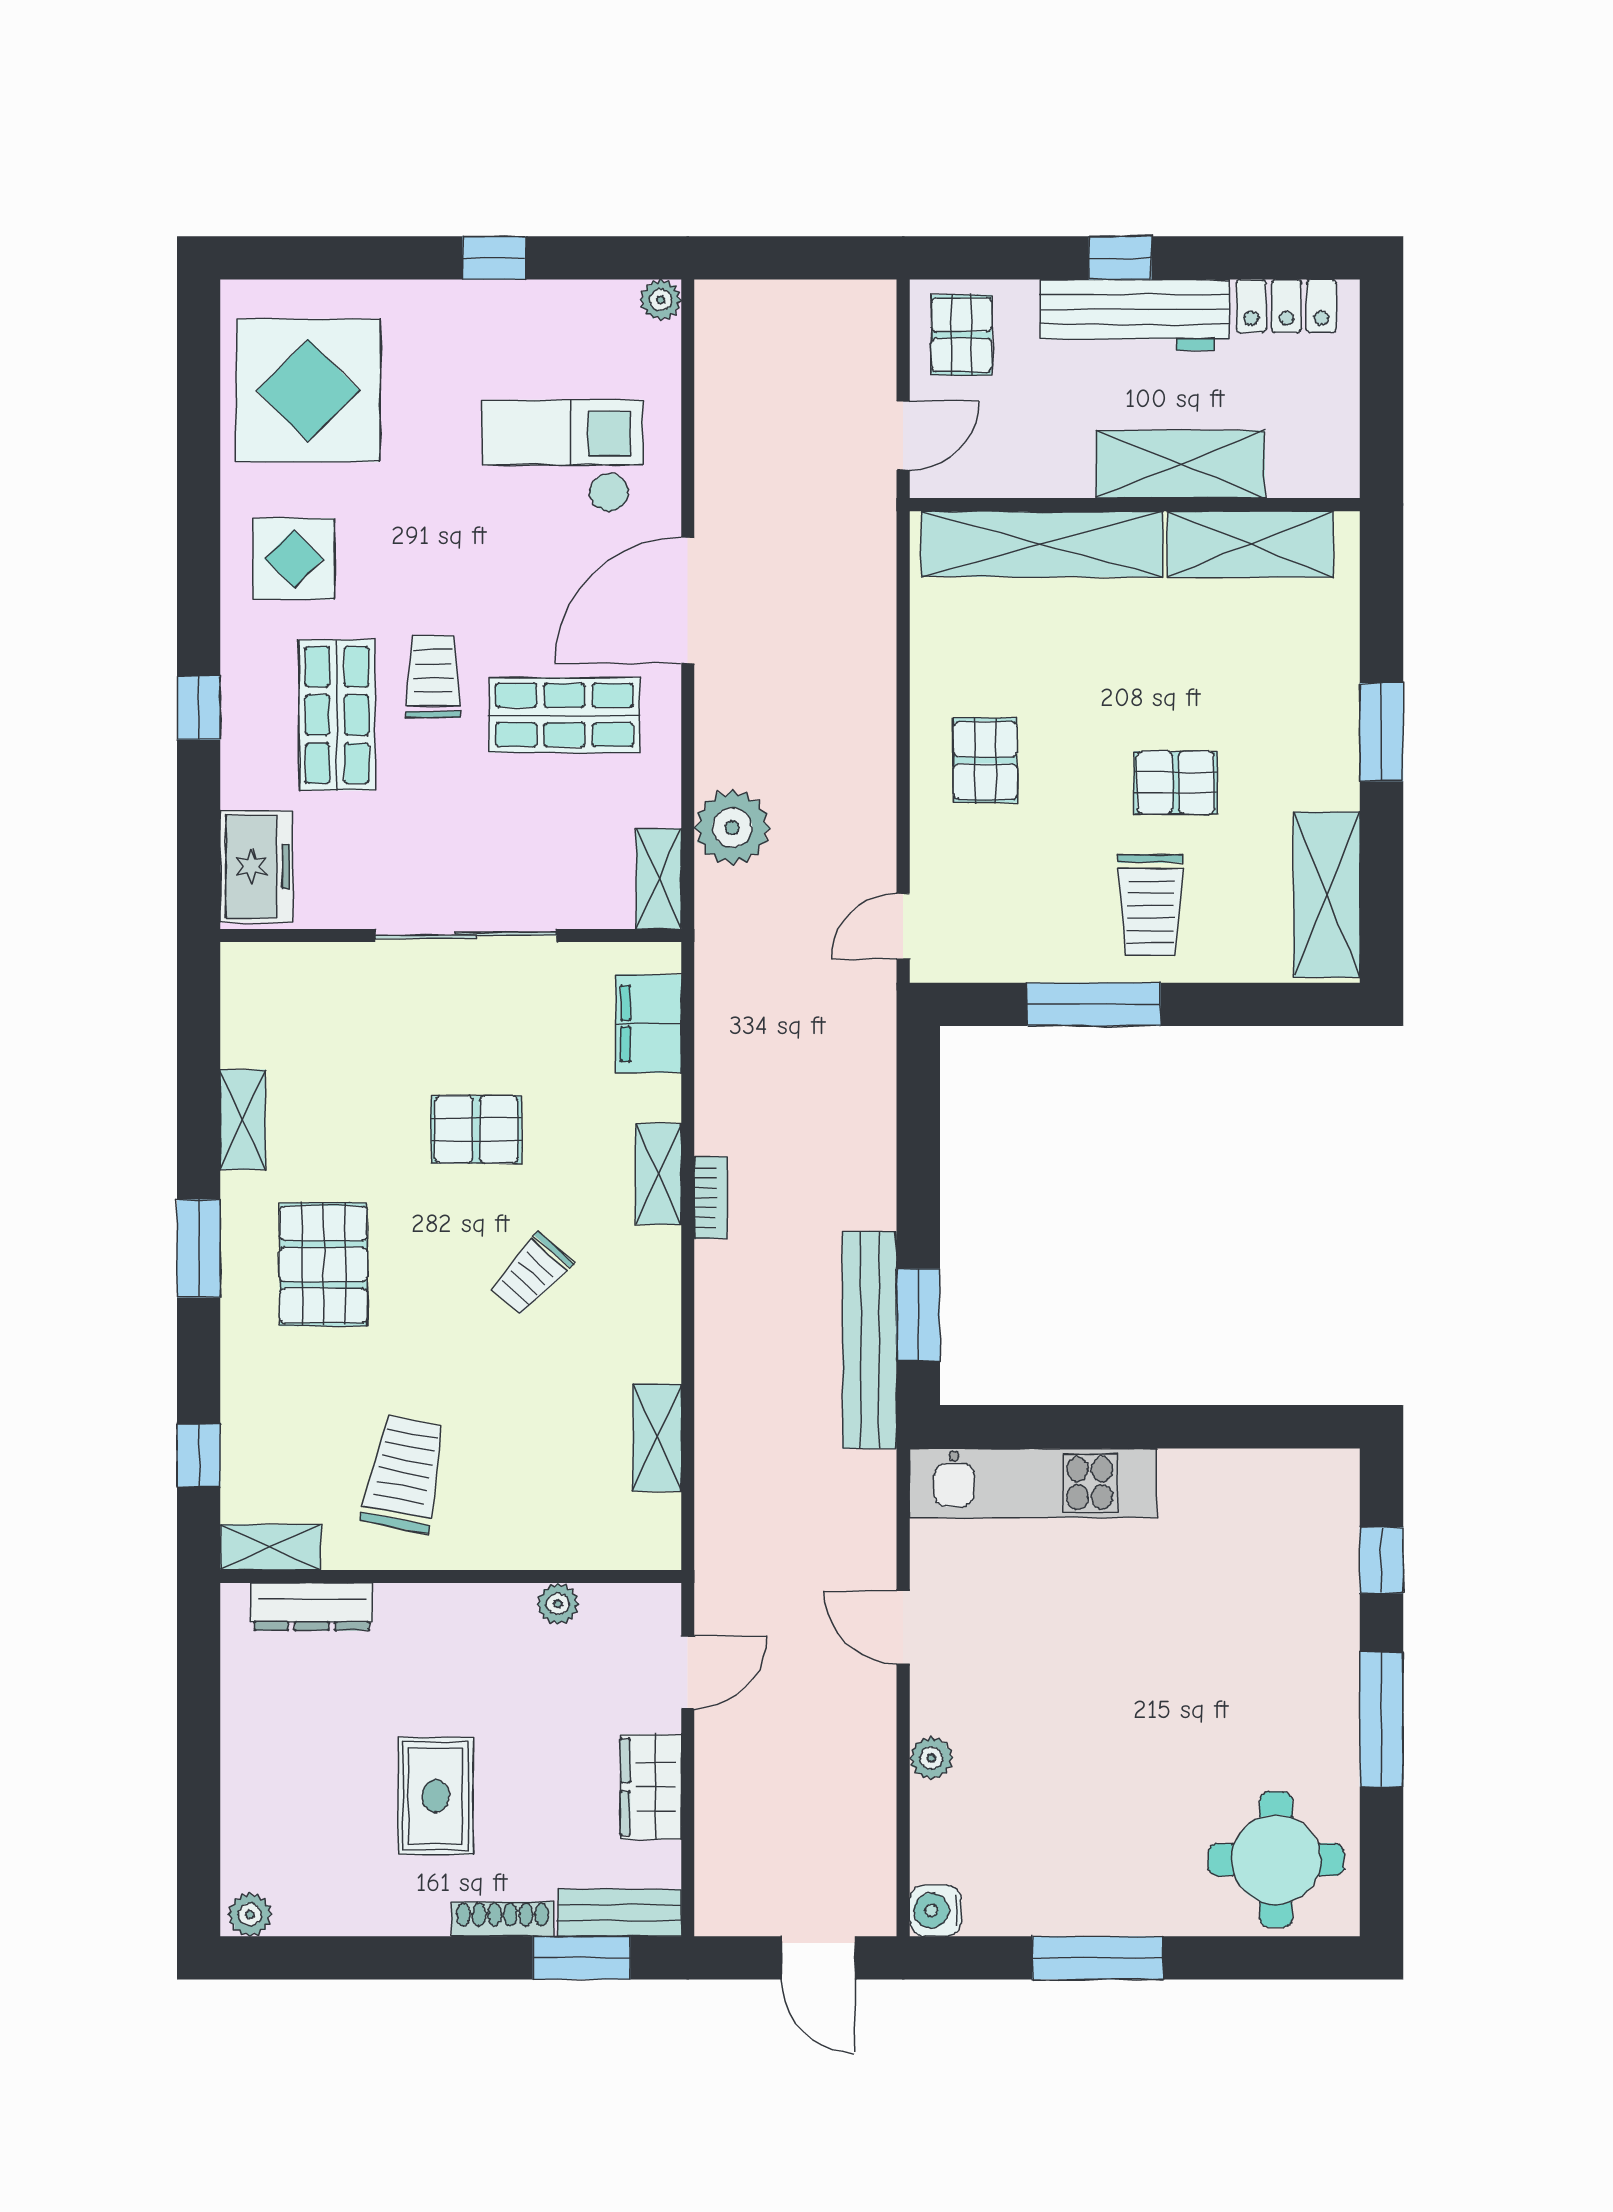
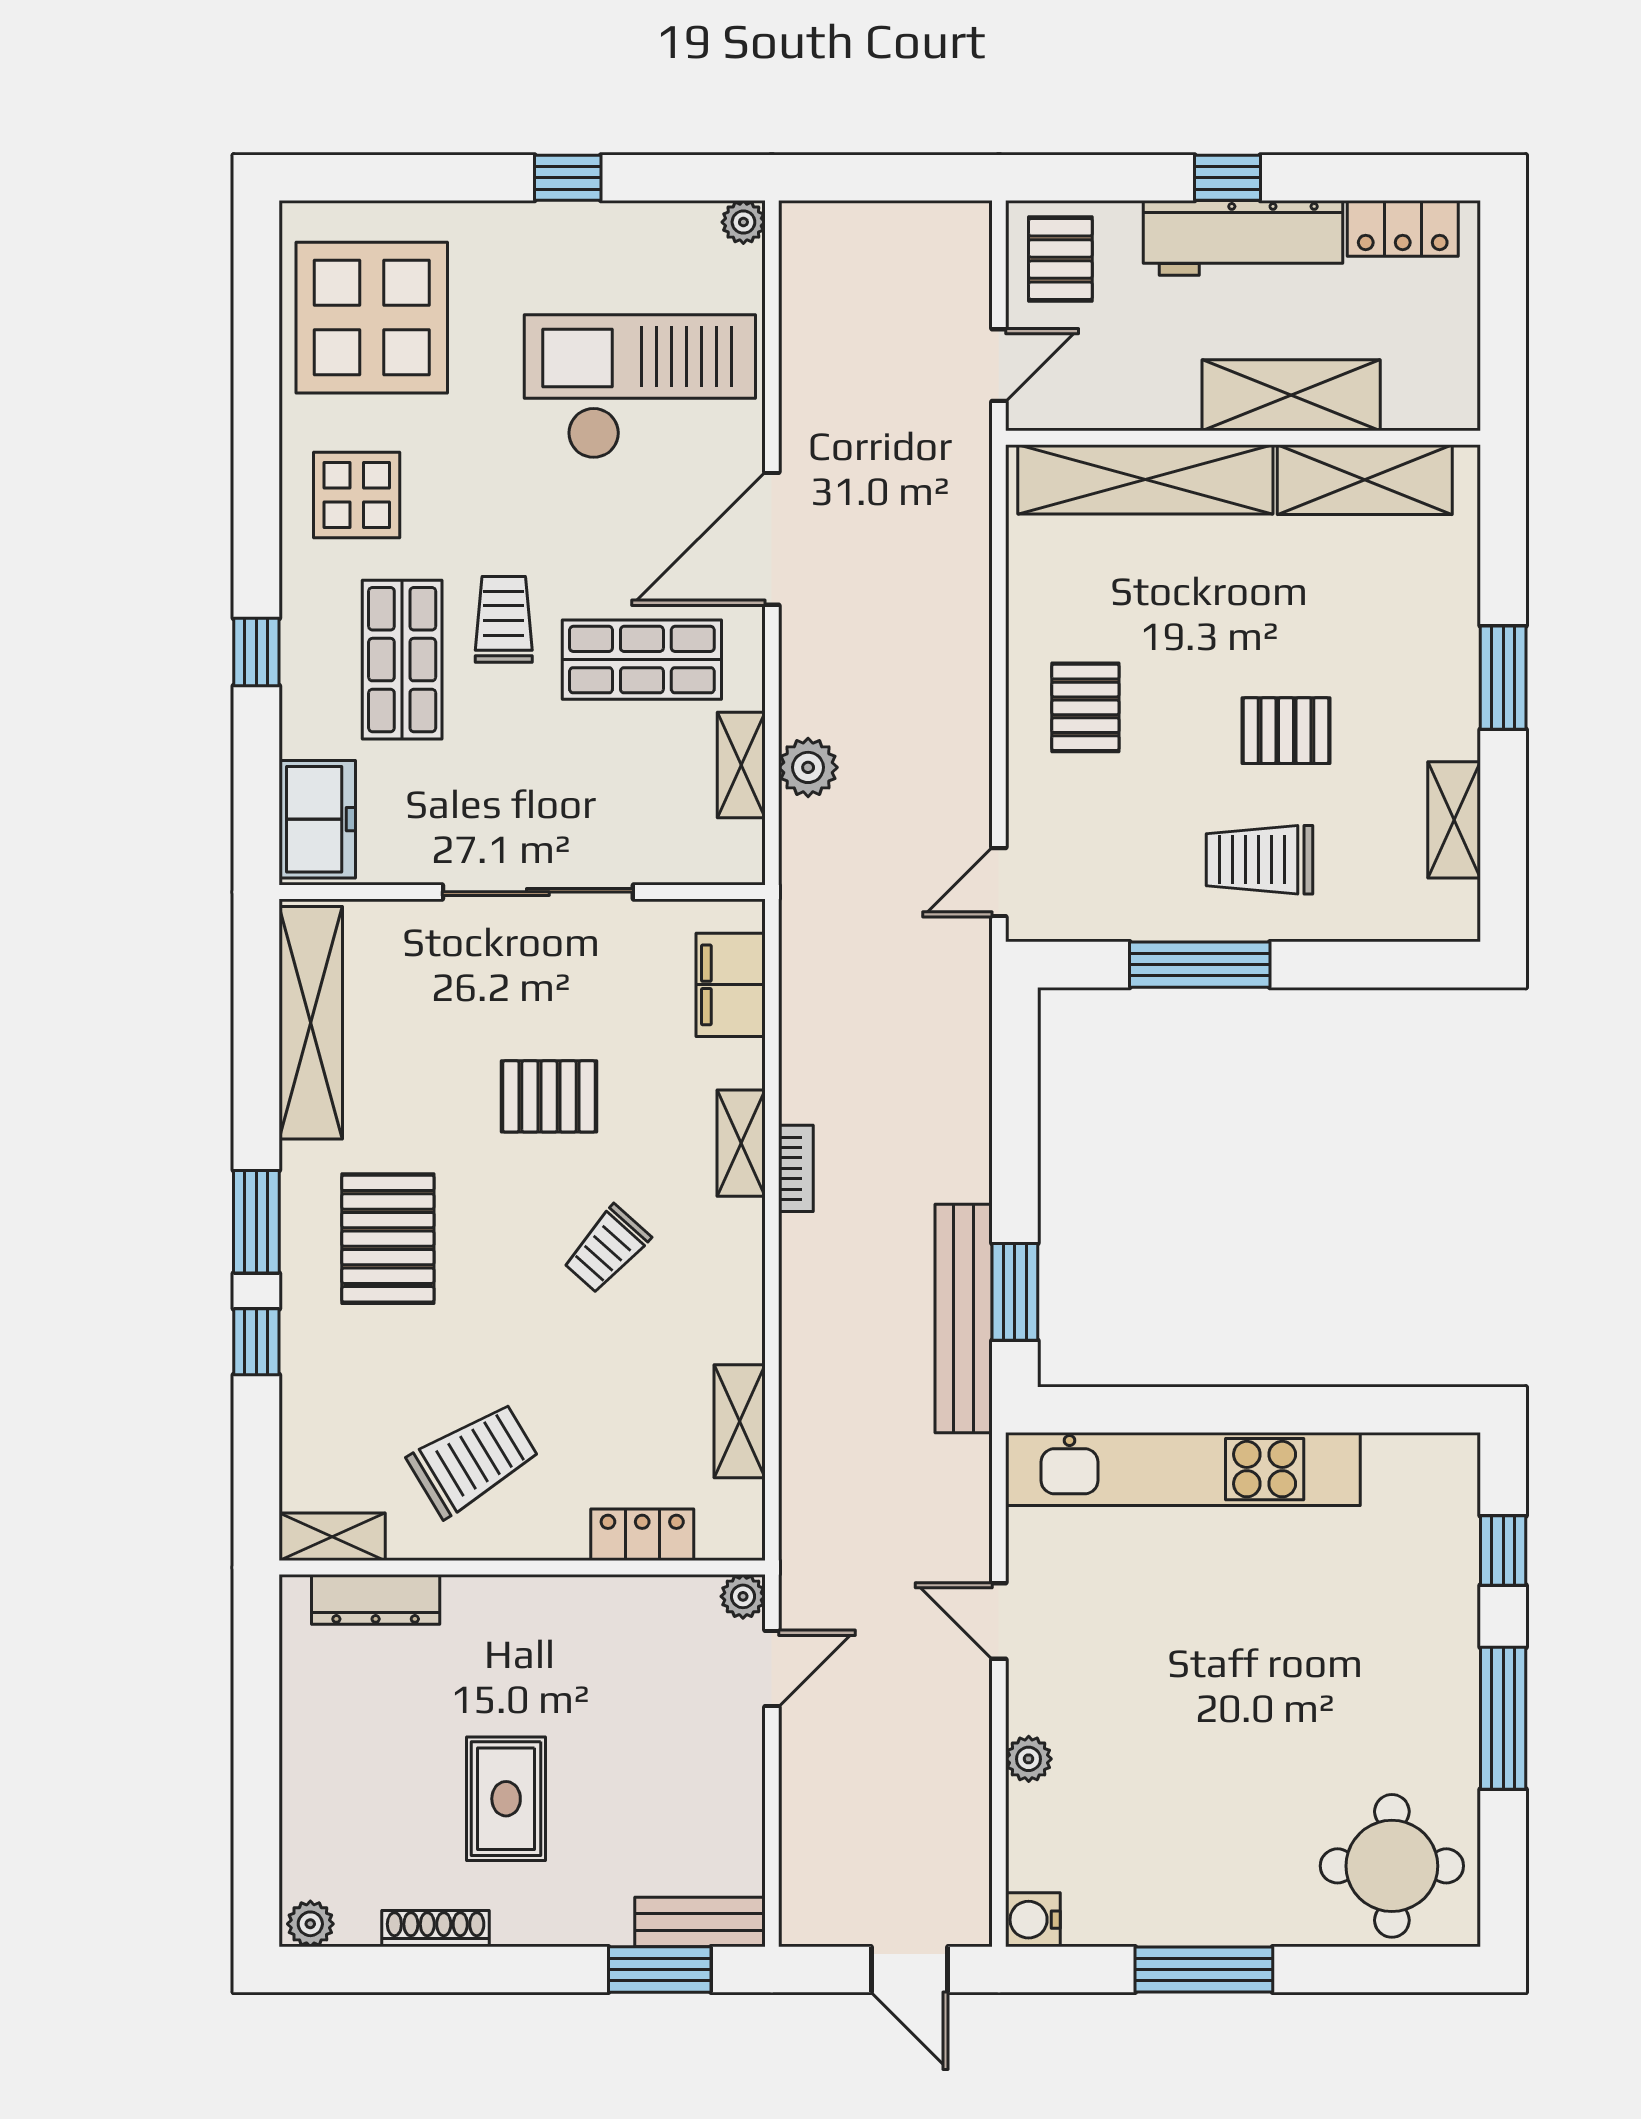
checkout: (563, 456) -> (640, 387), width x1.36, depth x1.21
plant: (732, 827) -> (808, 767), width x0.73, depth x0.73
shelving: (659, 879) -> (741, 765), moved
shelving: (1327, 895) -> (1454, 820), width x0.67, depth x0.75
trolley: (1150, 905) -> (1259, 860), turned 90
shelving: (243, 1120) -> (311, 1023), width x2.20, depth x1.33
window: (199, 1455) -> (256, 1342), moved
trolley: (404, 1474) -> (473, 1460), turned 48
kitchen unit: (1033, 1483) -> (1183, 1469), width x1.36
locker: (565, 1545) -> (642, 1535), added
plant: (558, 1604) -> (743, 1596), moved
wardrobe: (651, 1787) -> (733, 1789), removed
shoe rack: (502, 1919) -> (436, 1929), moved

